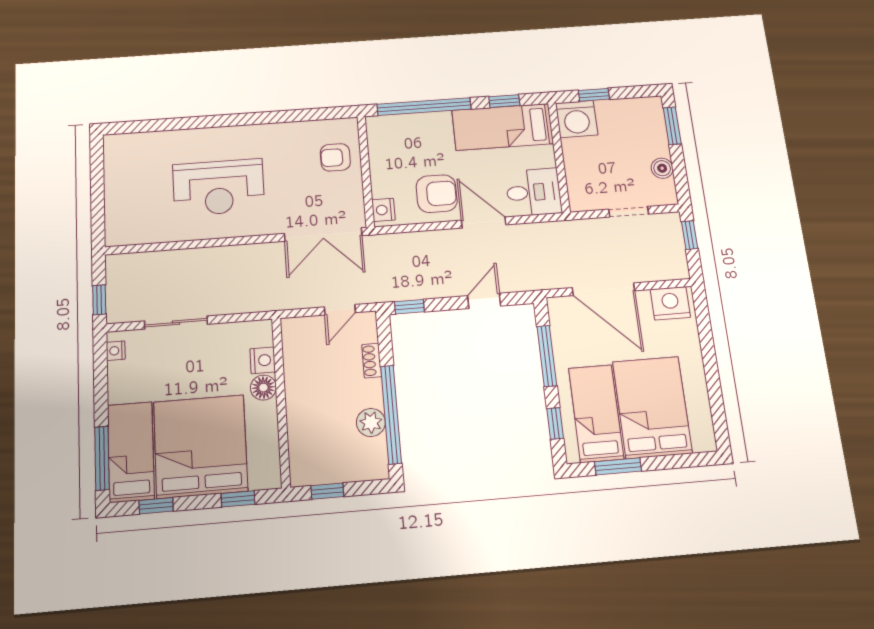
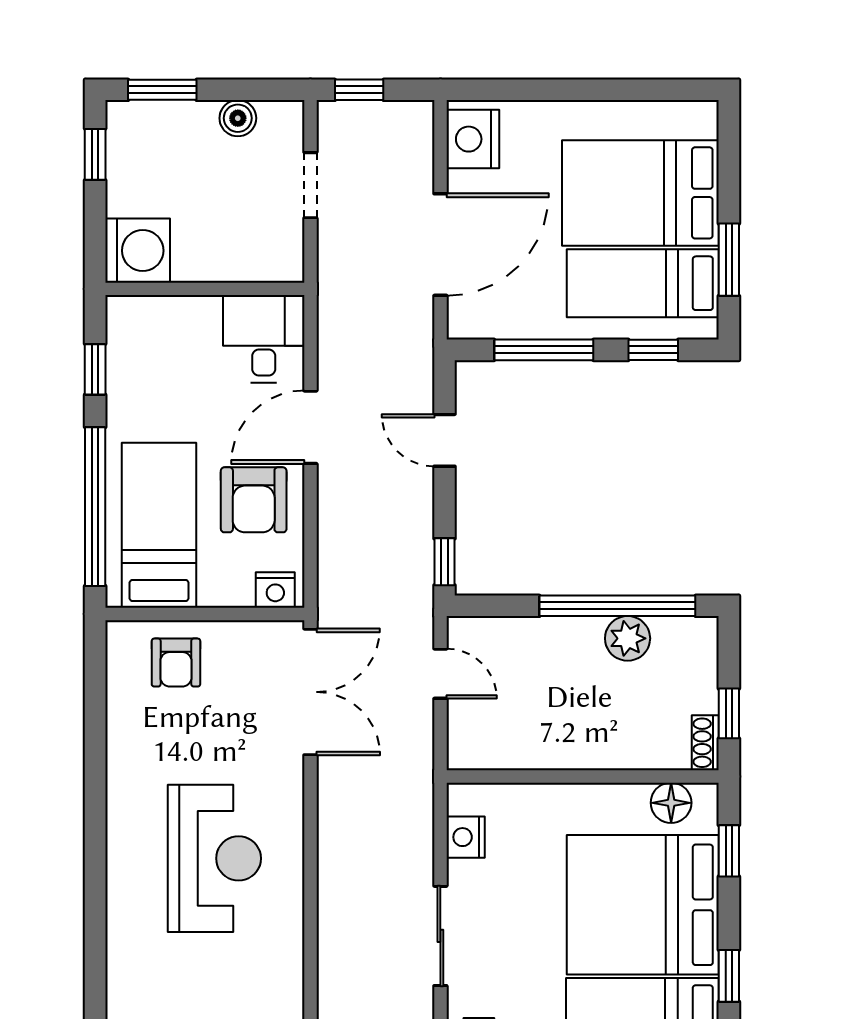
window: (594, 95) -> (95, 154), moved
bed: (503, 127) -> (159, 525), moved, turned 180
armchair: (437, 194) -> (254, 500), turned 180
nightstand: (263, 360) -> (466, 837), moved, turned -90
shoe rack: (372, 361) -> (705, 743), moved, turned 90
floor lamp: (263, 388) -> (671, 803), moved

